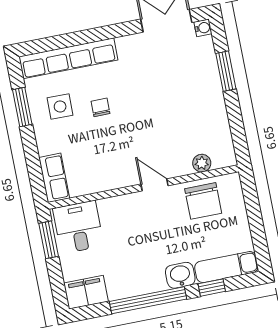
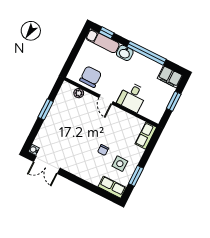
row of seats: (68, 58) -> (112, 187), width x0.50
window: (226, 71) -> (46, 109), moved
desk: (78, 227) -> (132, 97), moved
window: (49, 240) -> (174, 101), moved
window: (212, 288) -> (106, 33), moved

